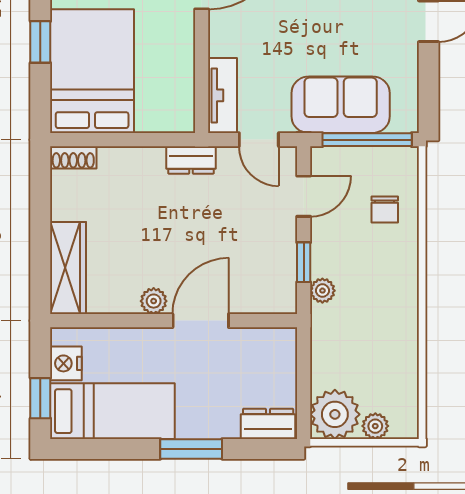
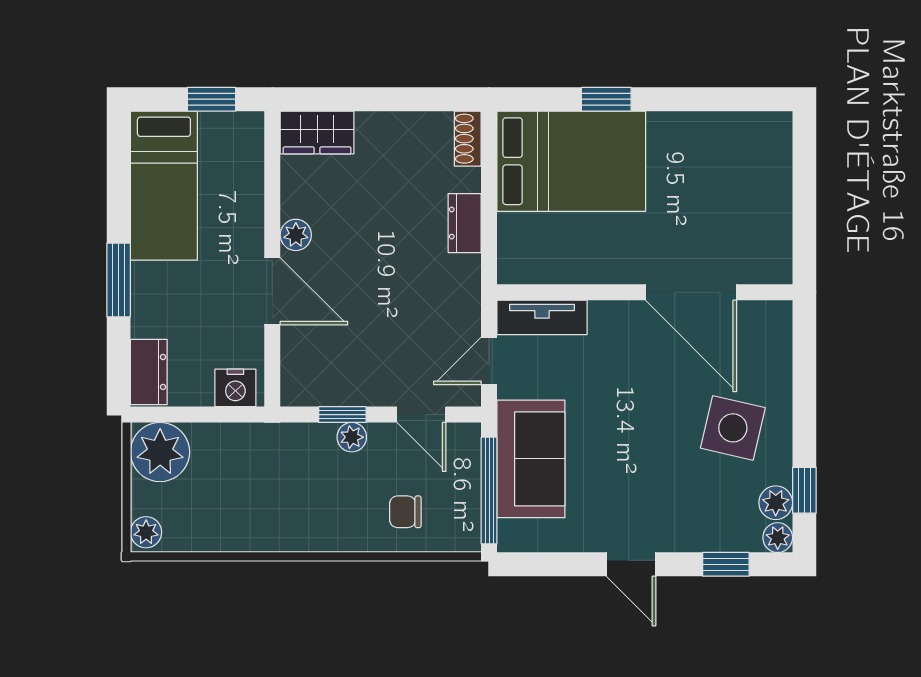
dresser: (191, 160) -> (465, 223), moved
wardrobe: (68, 268) -> (317, 132), width x0.67
plant: (322, 291) -> (352, 437), moved
nightstand: (66, 363) -> (235, 388), moved, turned 180
window: (40, 398) -> (212, 99), moved
plant: (375, 426) -> (146, 532), moved

